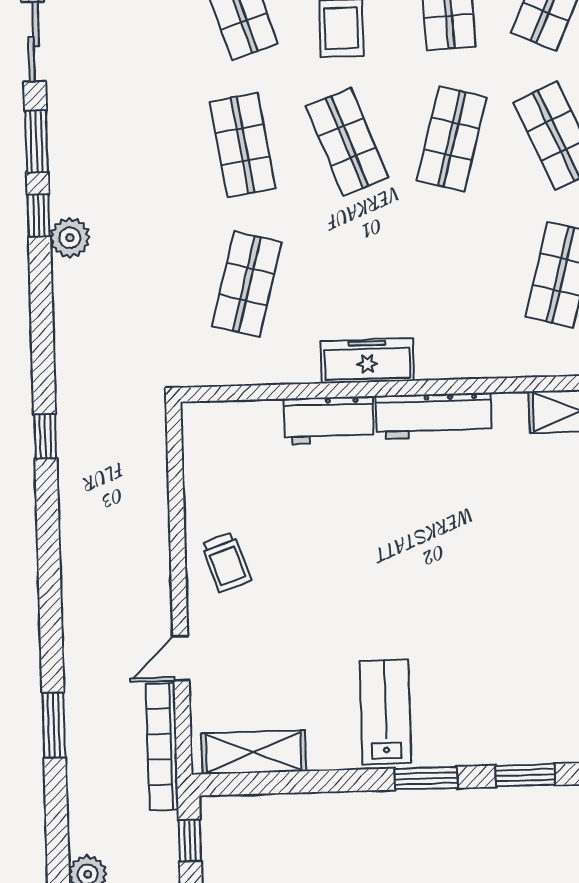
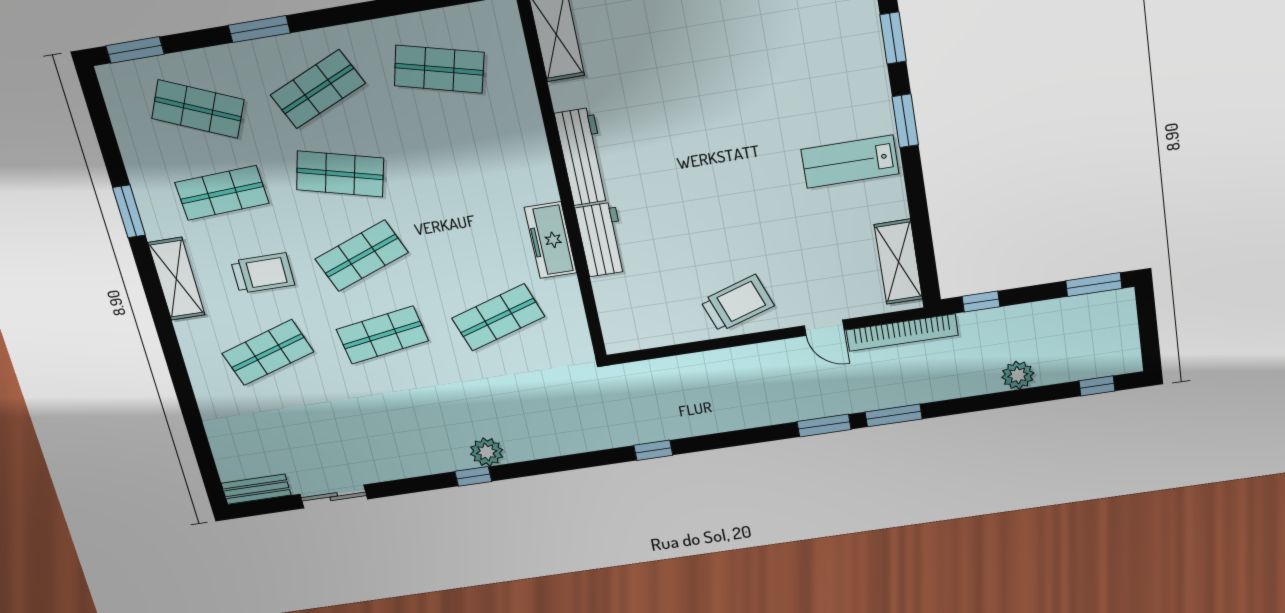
window: (36, 141) -> (824, 426), moved
shop shelf: (247, 284) -> (498, 317), turned -33
freezer: (367, 361) -> (551, 240), moved
trolley: (226, 563) -> (737, 303), width x1.36, depth x1.39

